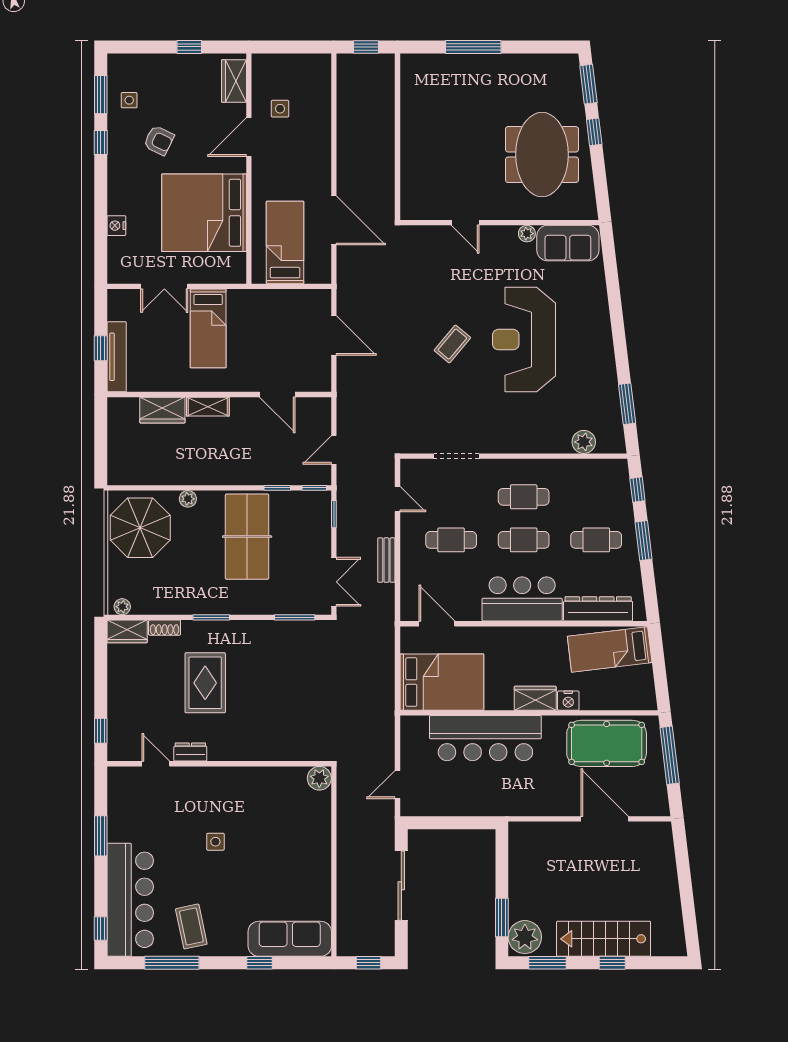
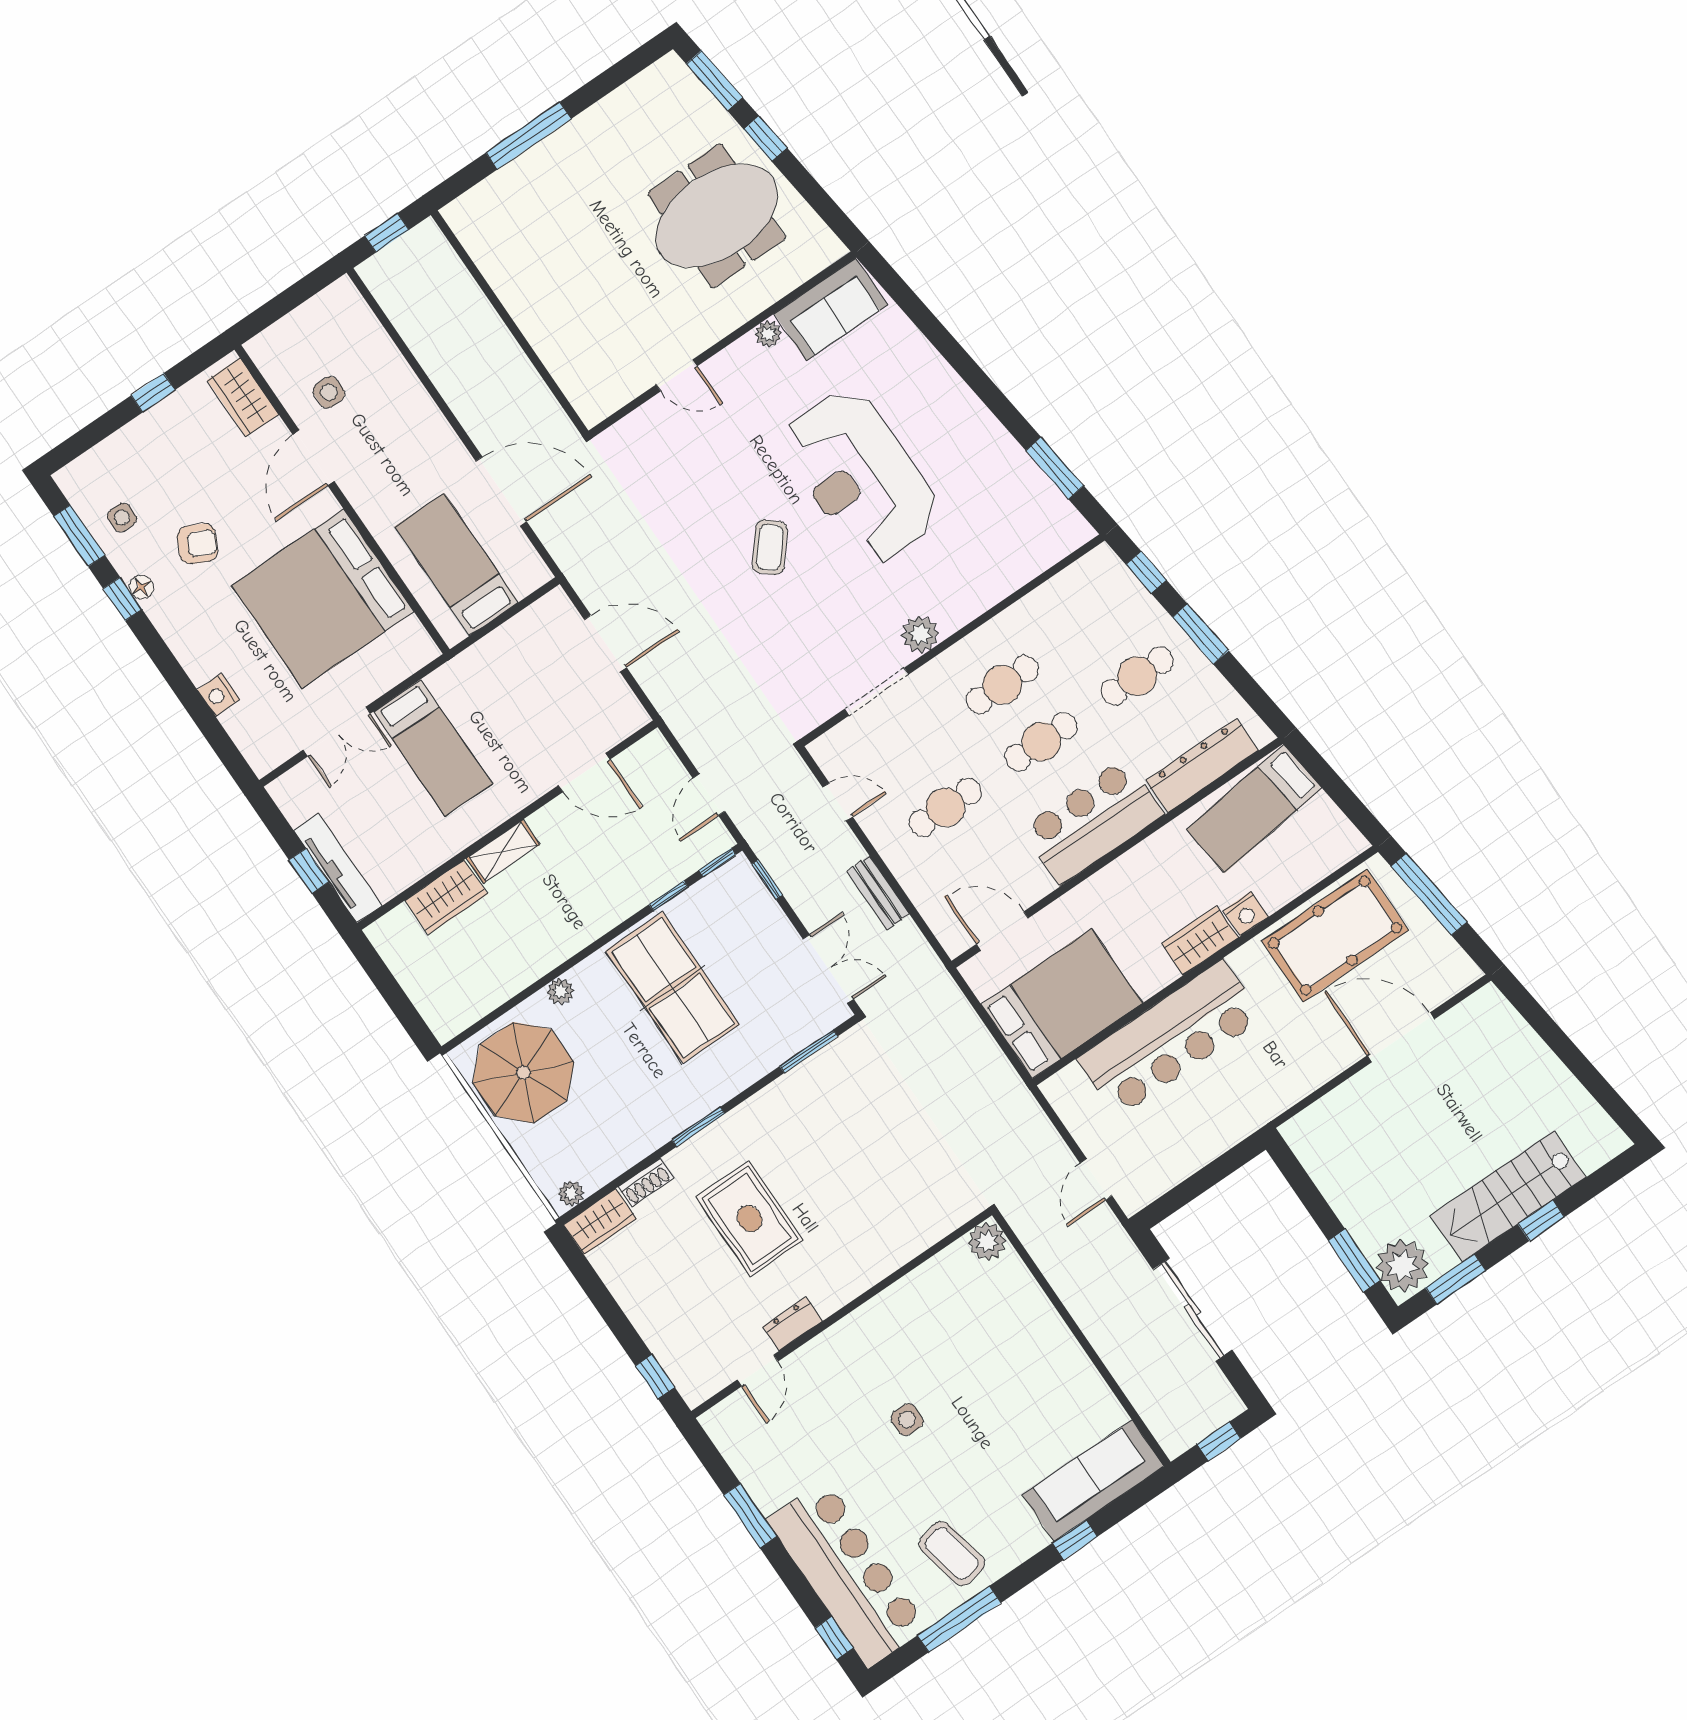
floor lamp: (115, 143) -> (141, 587), added
meeting table: (542, 155) -> (717, 216), turned 90
plant: (584, 442) -> (920, 634), moved
door: (156, 764) -> (758, 1371), swing flipped

